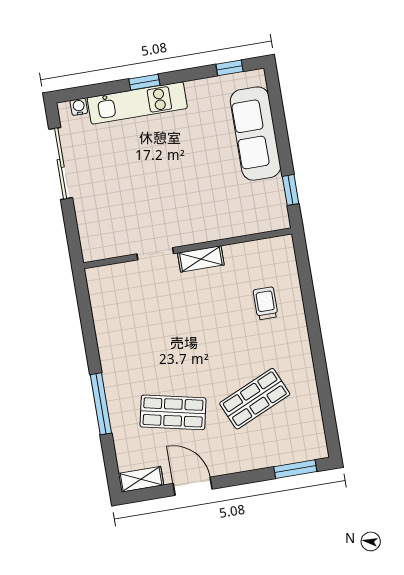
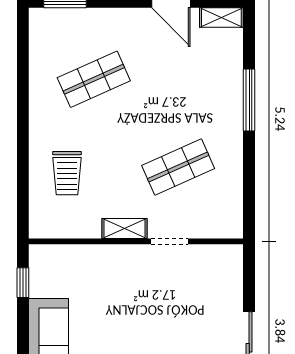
trolley: (266, 303) -> (67, 173), width x1.36, depth x1.39
shop shelf: (173, 412) -> (178, 167), moved, turned -36

